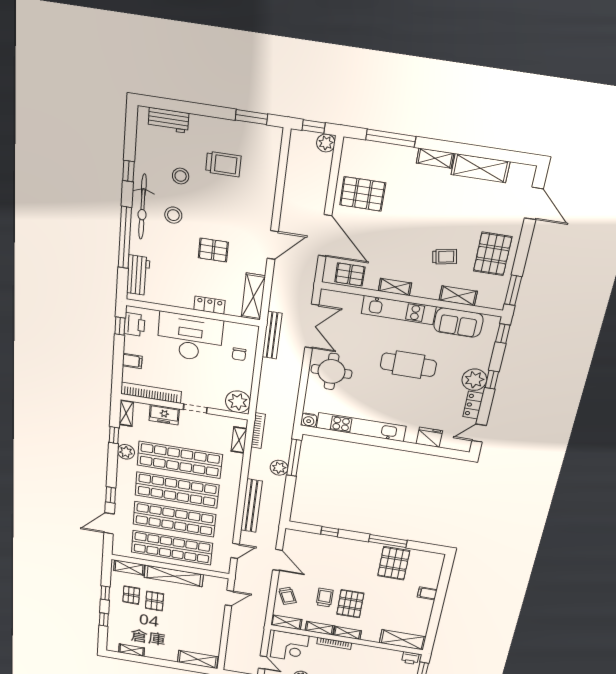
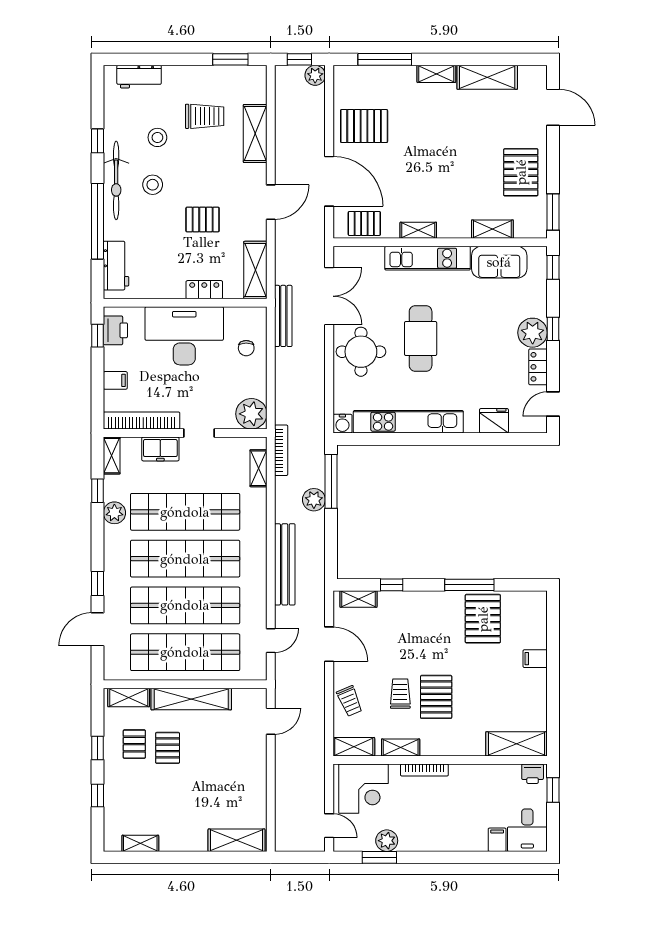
shelving: (266, 186) -> (255, 134), added
trolley: (445, 257) -> (468, 184), removed
cafe table: (408, 365) -> (421, 339), moved, turned 90
shelving: (347, 633) -> (358, 599), moved

